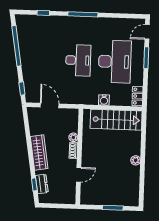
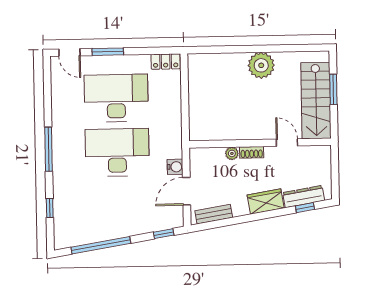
desk: (78, 60) -> (117, 152), width x1.36, depth x1.30
water cooler: (104, 100) -> (175, 167), moved
stairs: (116, 120) -> (316, 101), moved, turned 180
bench: (33, 123) -> (214, 214), added
wardrobe: (39, 153) -> (266, 201), width x0.67
plant: (136, 160) -> (261, 65), width x1.88, depth x1.88
dresser: (42, 184) -> (304, 197), width x1.44

